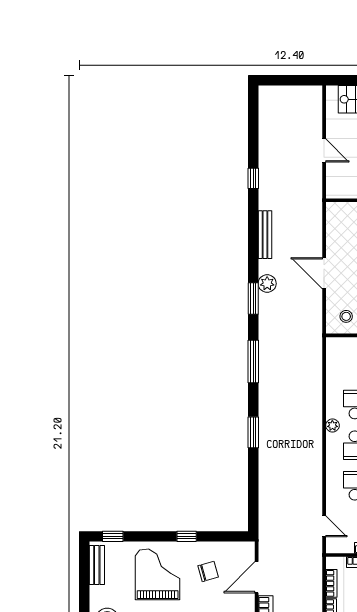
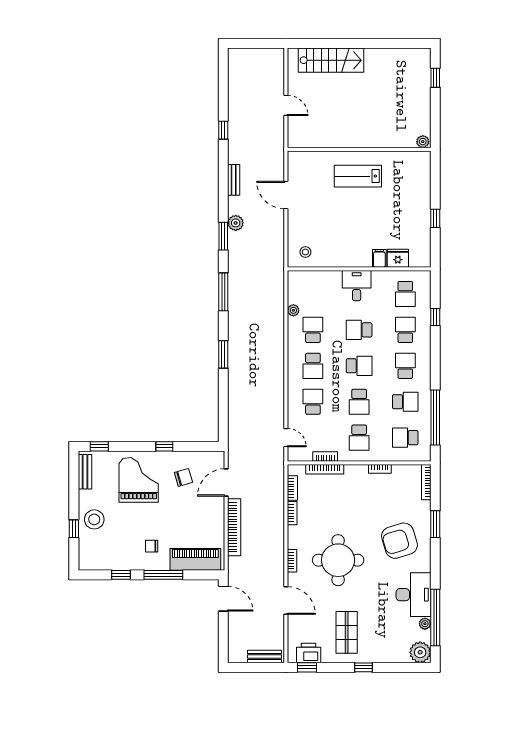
bench: (265, 235) -> (234, 180), width x0.73
door: (324, 273) -> (286, 195), moved
plant: (332, 425) -> (293, 310), moved

